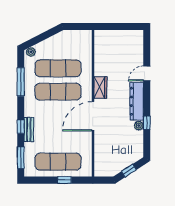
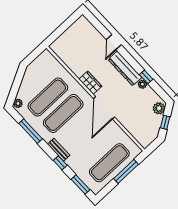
bench: (29, 129) -> (59, 150), moved
plant: (134, 156) -> (159, 108), added
window: (64, 180) -> (126, 171), width x2.17

